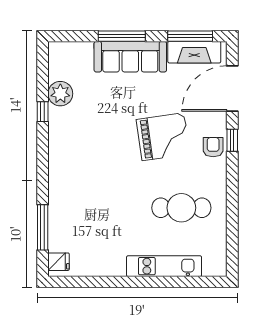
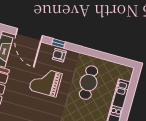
grand piano: (163, 137) -> (46, 82), turned -82

